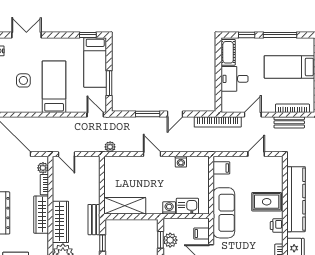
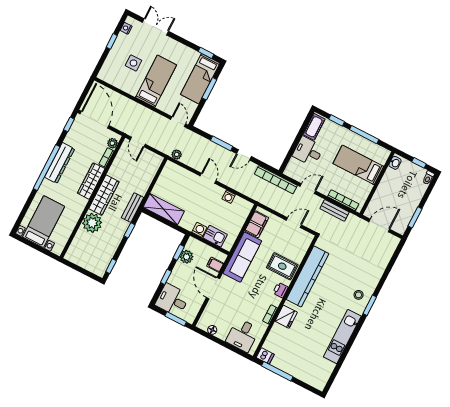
window: (109, 83) -> (209, 89), moved
filing cabinet: (221, 168) -> (257, 224), width x2.00

